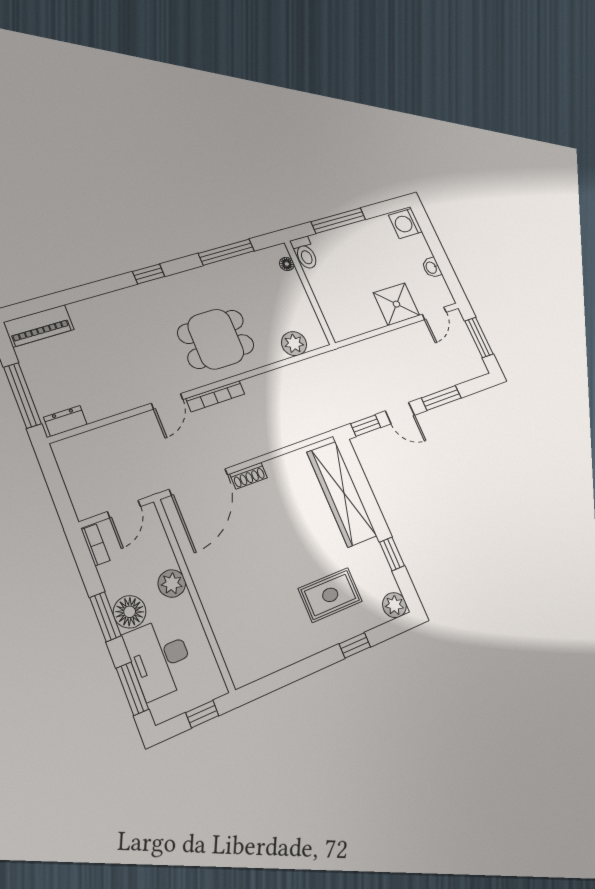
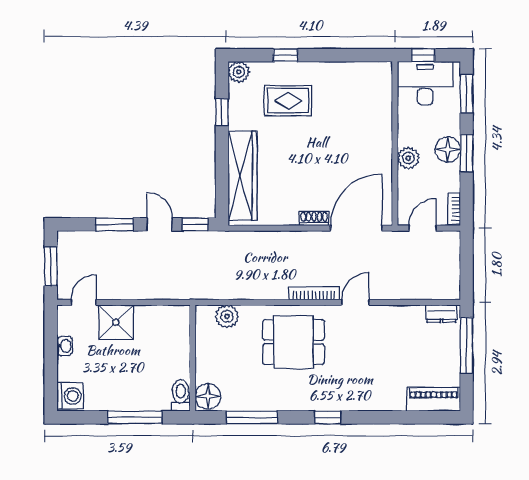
floor lamp: (287, 264) -> (208, 396), width x1.89, depth x1.89
desk: (160, 658) -> (425, 83), moved, turned -90

